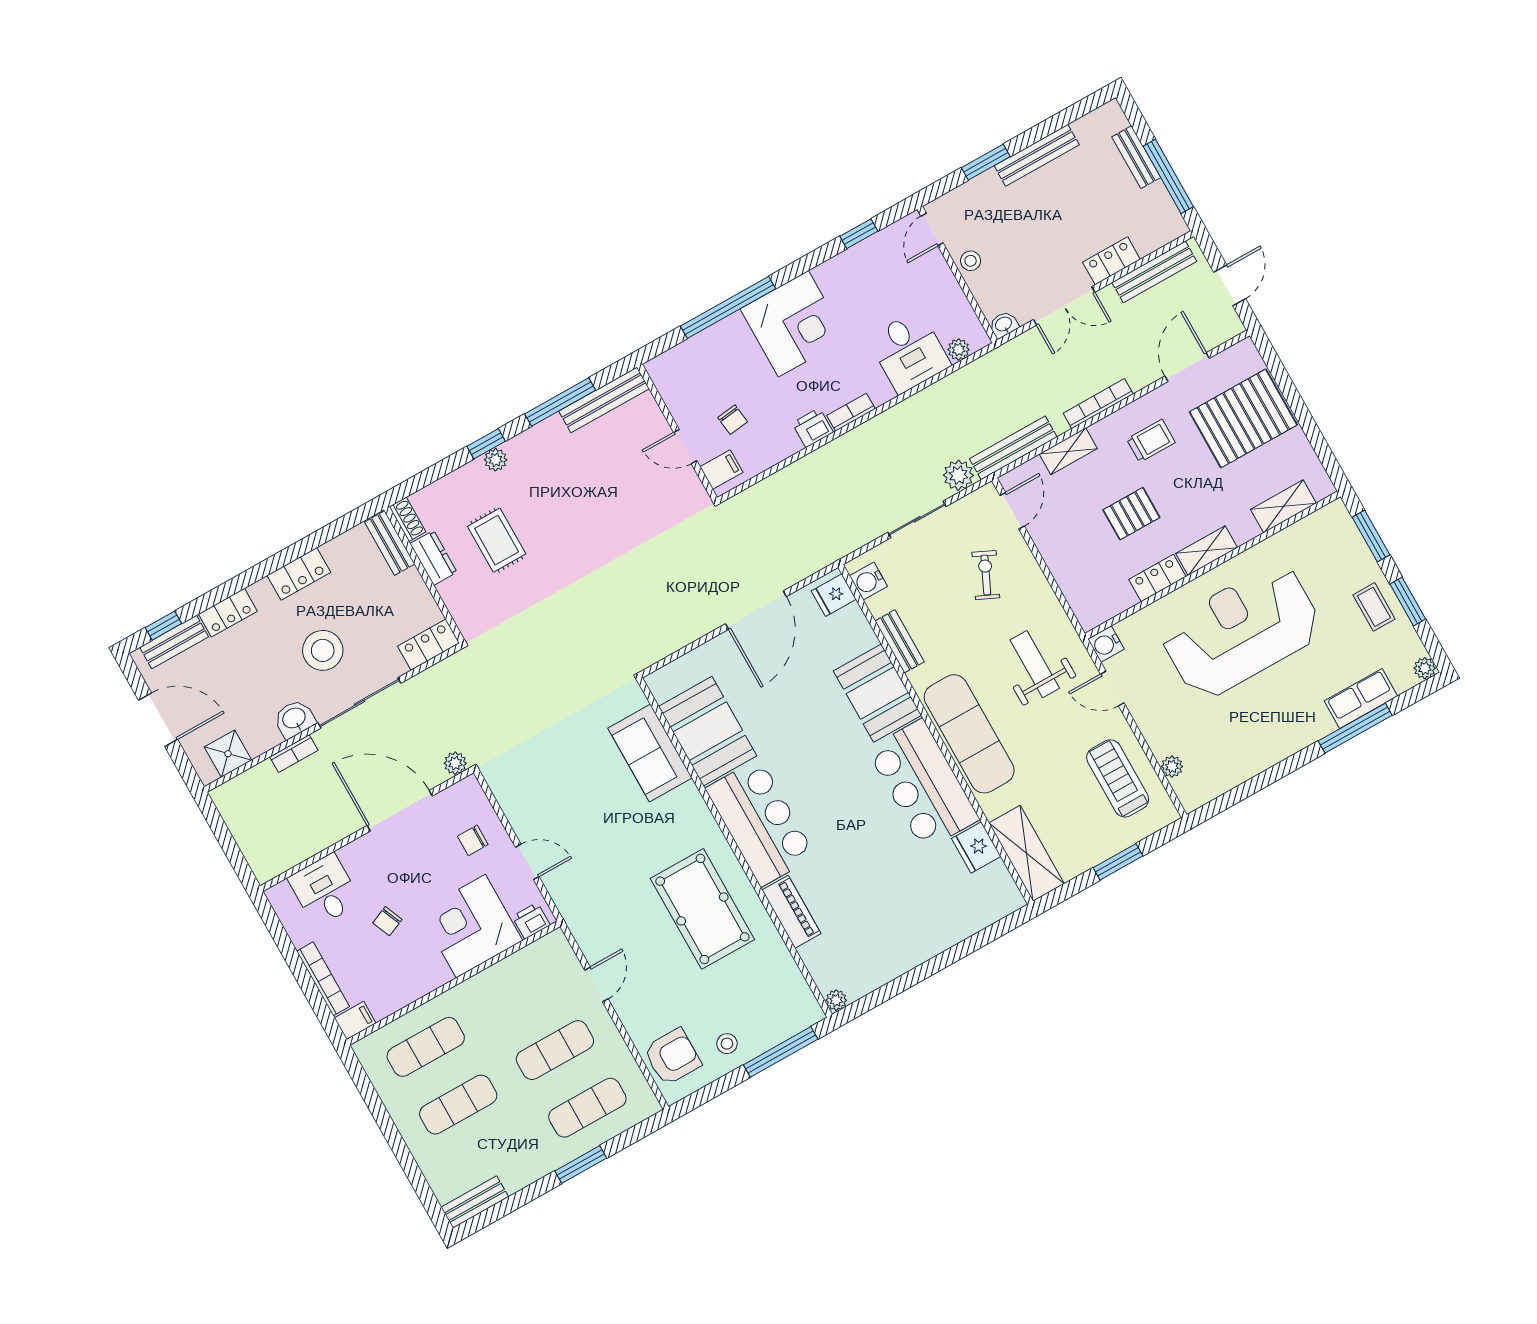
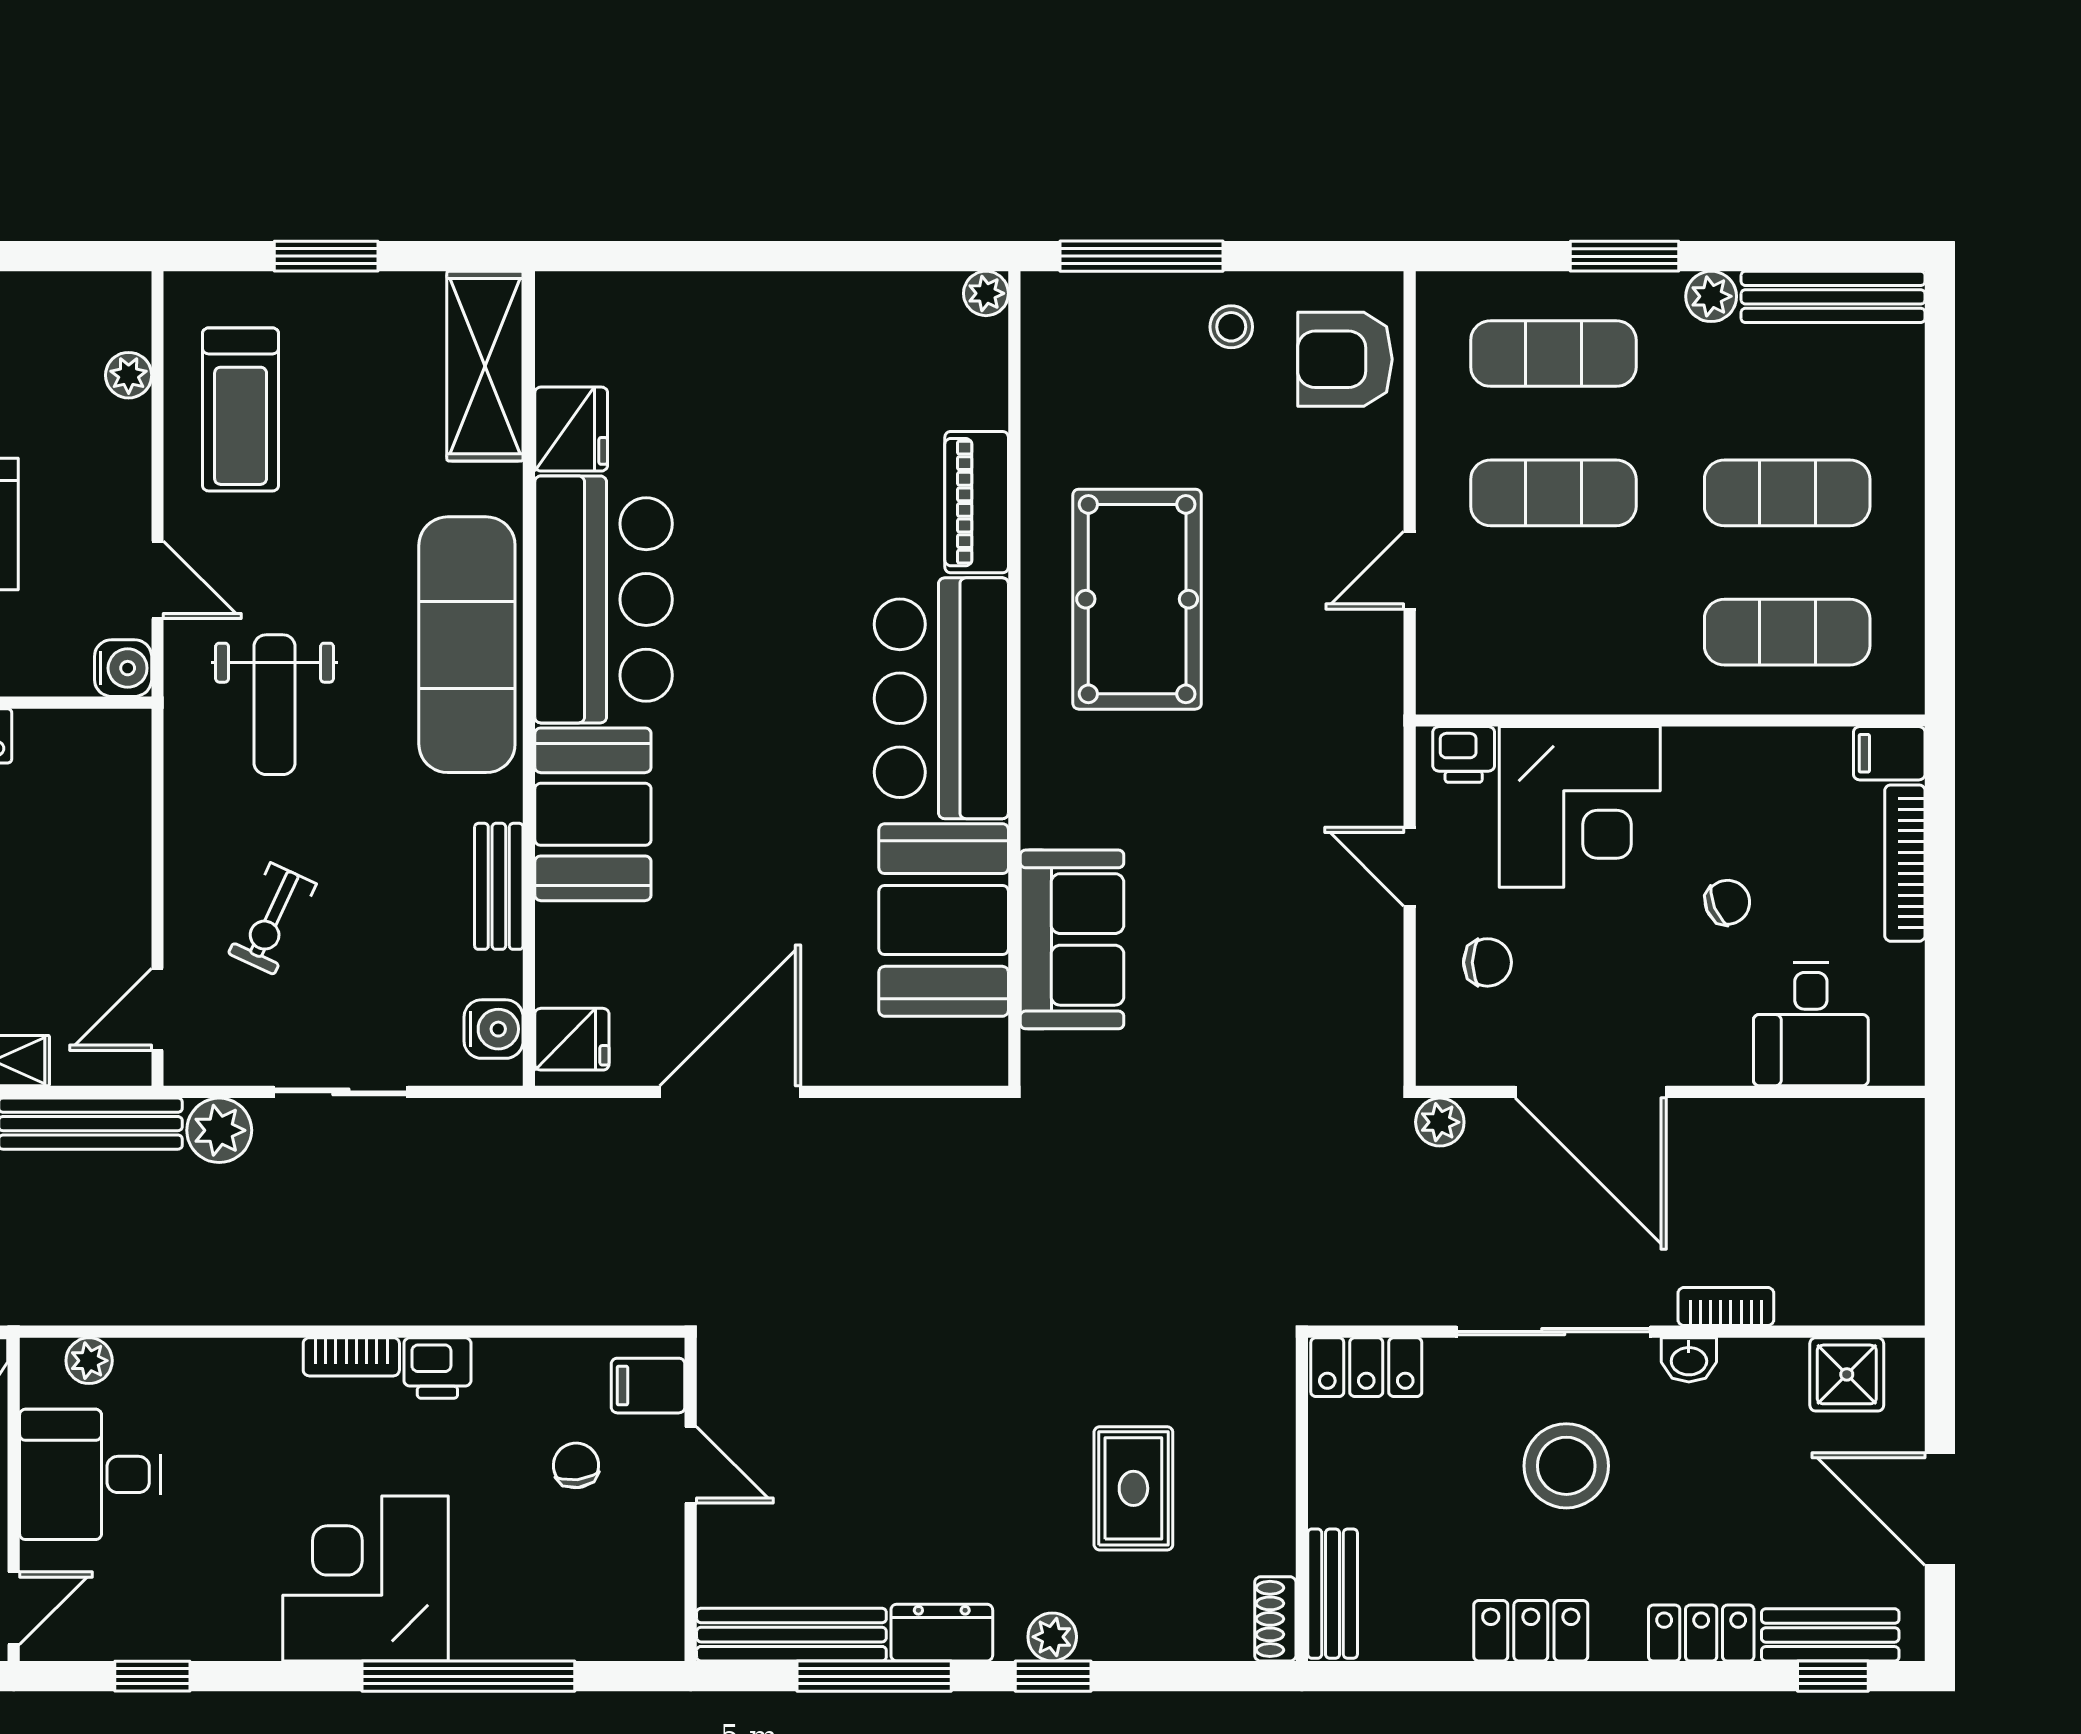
desk: (909, 352) -> (90, 1474), moved, turned -90
dresser: (434, 558) -> (942, 1633), moved, turned 90
washbasin: (294, 719) -> (1689, 1360), width x0.72, depth x0.69
plant: (535, 1168) -> (1711, 296), added
bench: (475, 1202) -> (1833, 297), width x1.36

